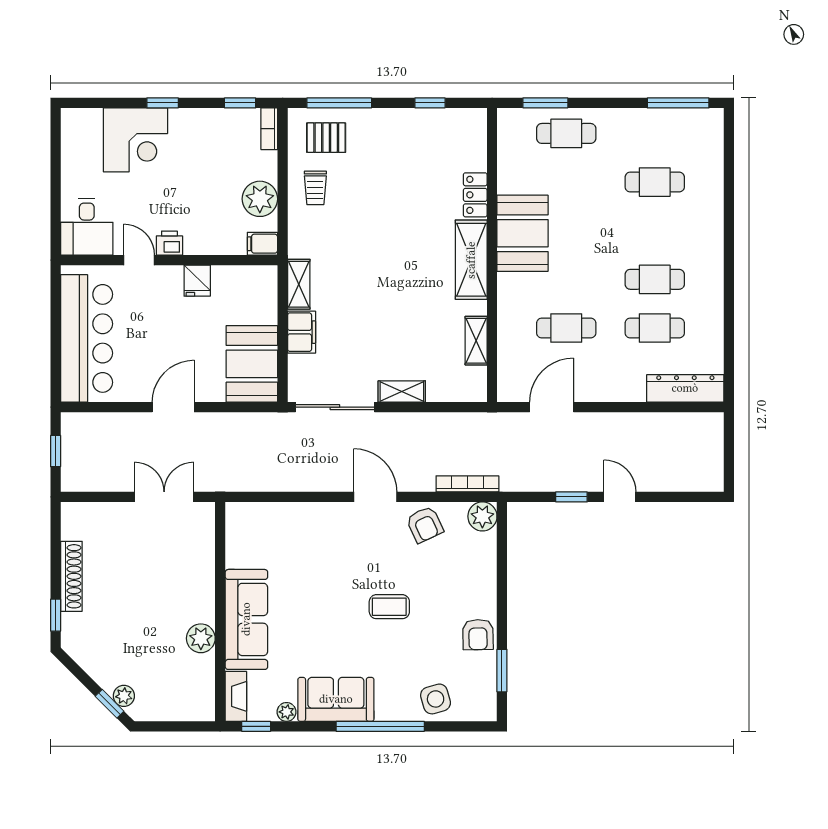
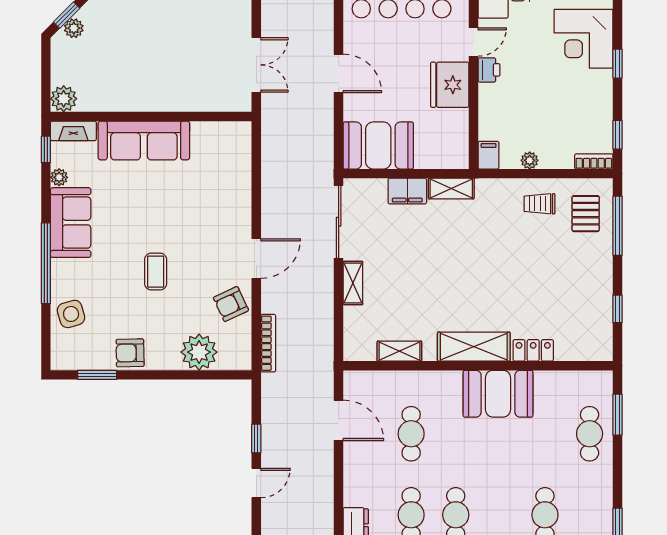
plant: (260, 199) -> (530, 160), width x0.53, depth x0.53
fridge: (197, 281) -> (450, 85), width x1.88, depth x1.34
plant: (482, 516) -> (199, 352), moved, width x1.36, depth x1.36
plant: (201, 638) -> (64, 99), moved

